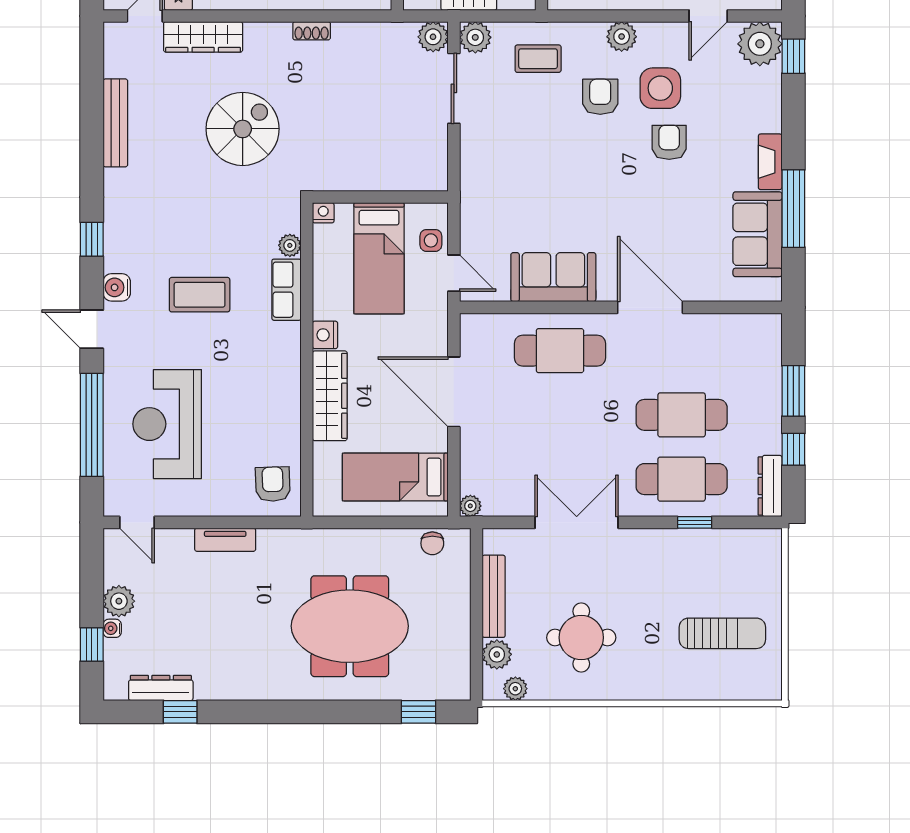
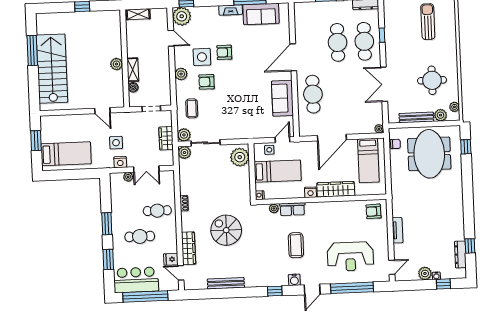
plant: (416, 169) -> (240, 157), added
meeting table: (350, 626) -> (429, 154), moved

